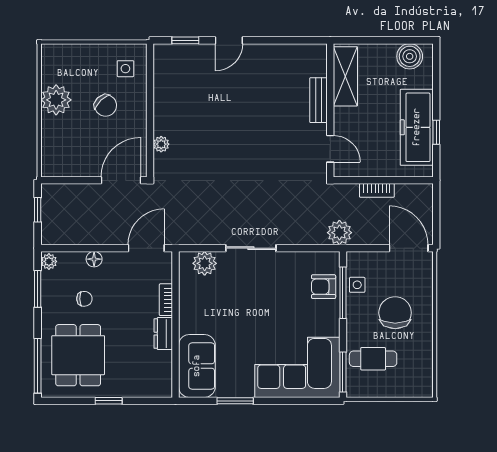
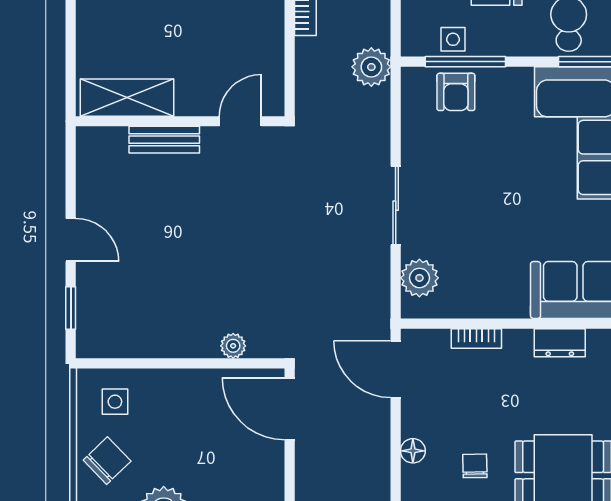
shelving: (345, 76) -> (127, 98), moved
bench: (318, 100) -> (164, 140), moved
chair: (106, 105) -> (107, 461), moved
wall: (330, 110) -> (180, 121), moved
door: (330, 149) -> (240, 121), moved
dresser: (163, 334) -> (560, 343), moved

